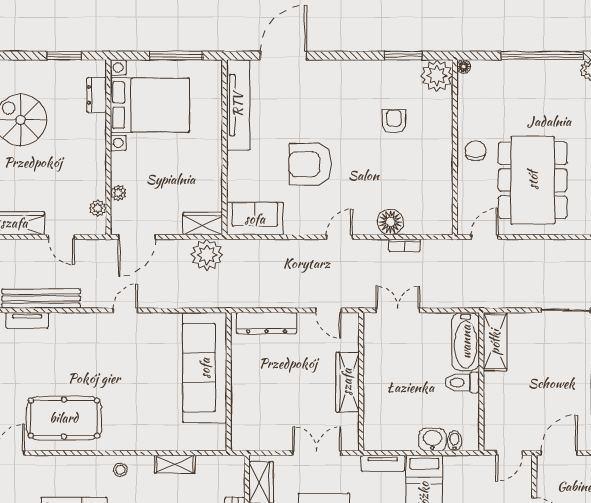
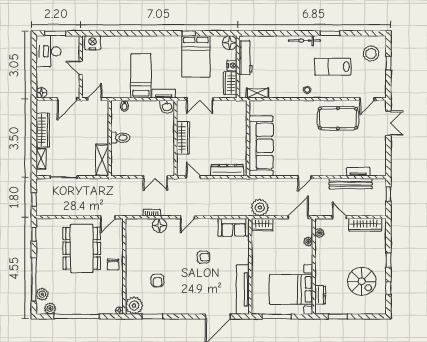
armchair: (310, 164) -> (203, 257), width x0.53, depth x0.53
bathtub: (466, 342) -> (118, 160), removed
washbasin: (432, 440) -> (167, 106), moved
shelving: (175, 464) -> (257, 93), moved

